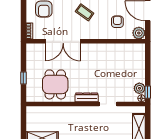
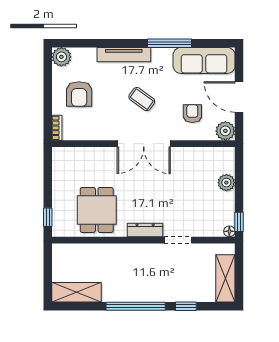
double door: (63, 41) -> (144, 144), moved
window: (23, 78) -> (48, 217), moved
plant: (139, 88) -> (226, 183), moved

